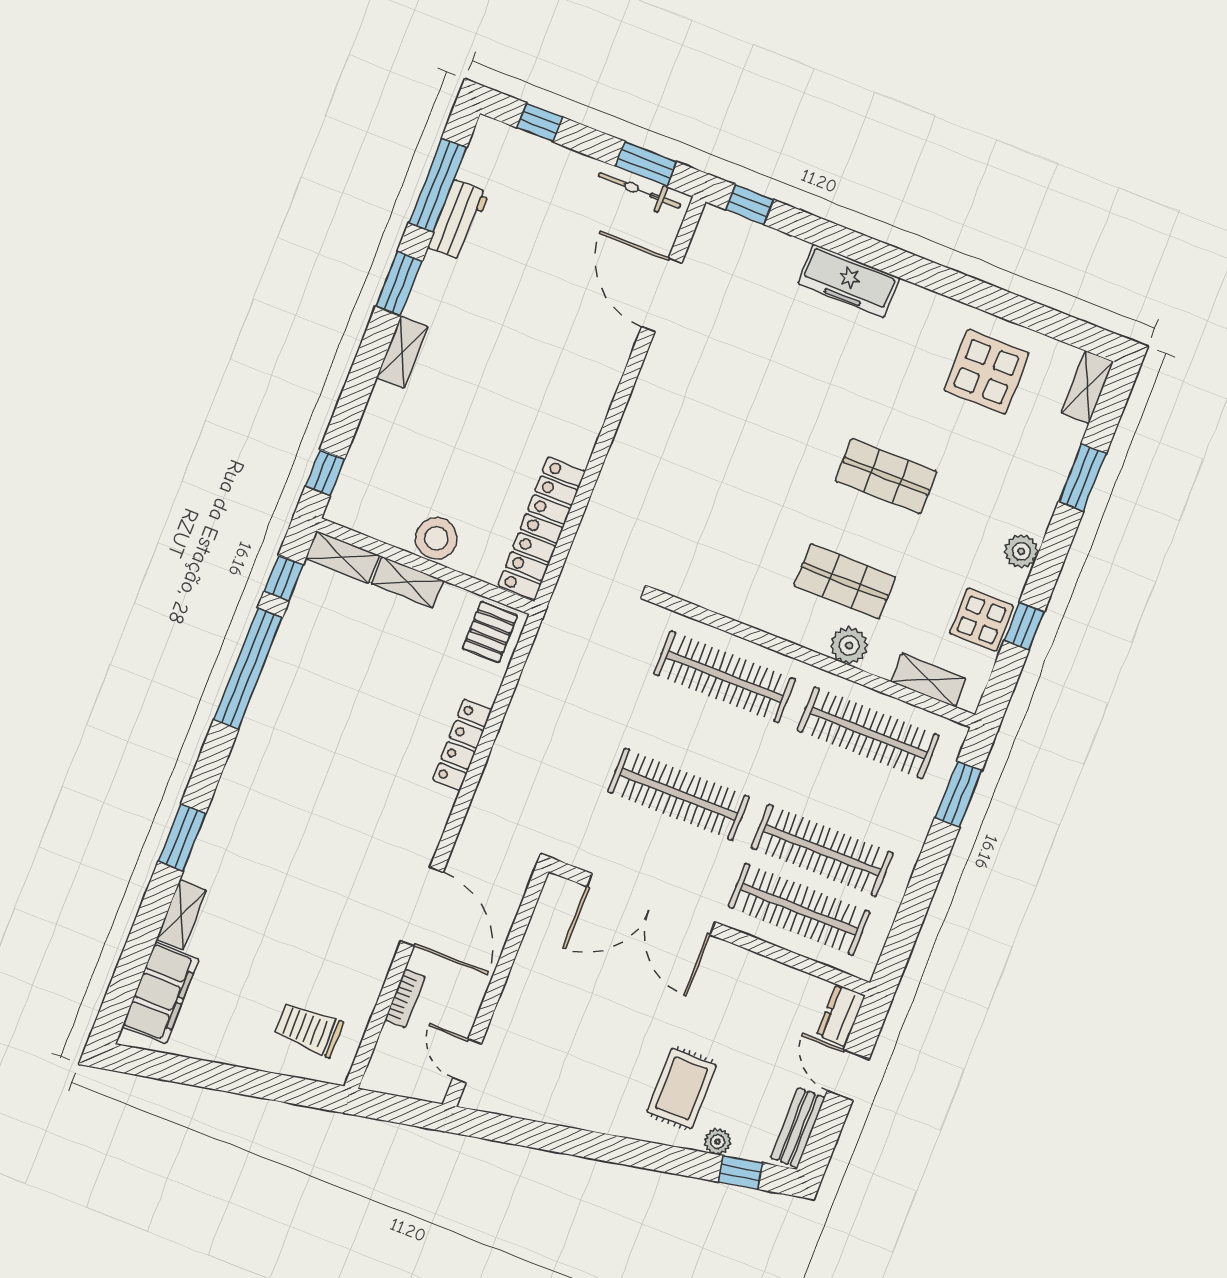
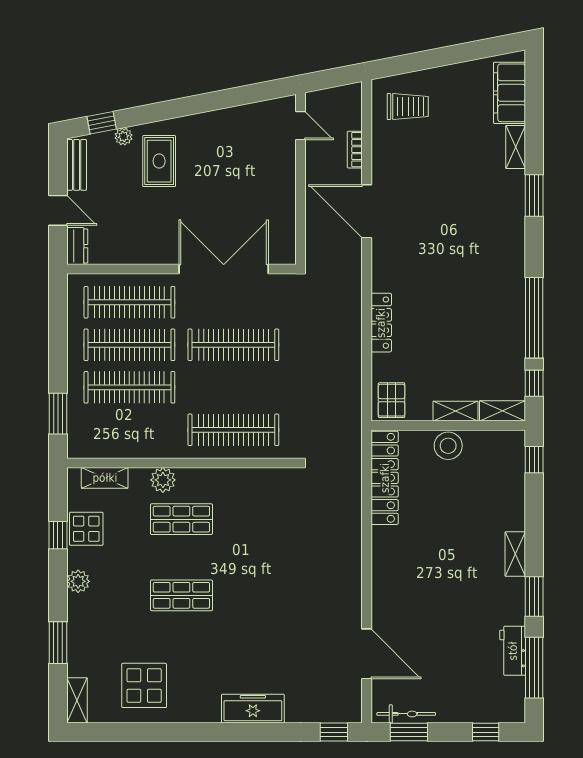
clothes rail: (868, 733) -> (129, 387), moved

